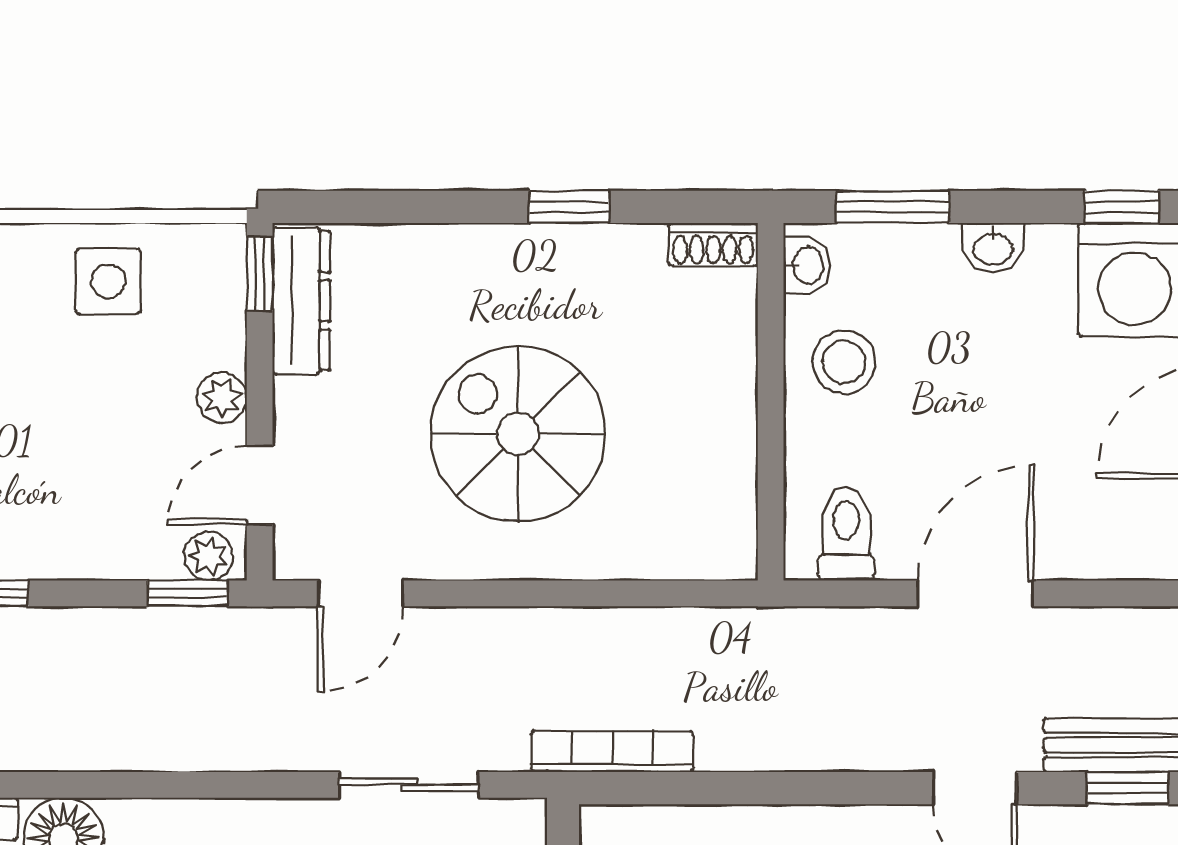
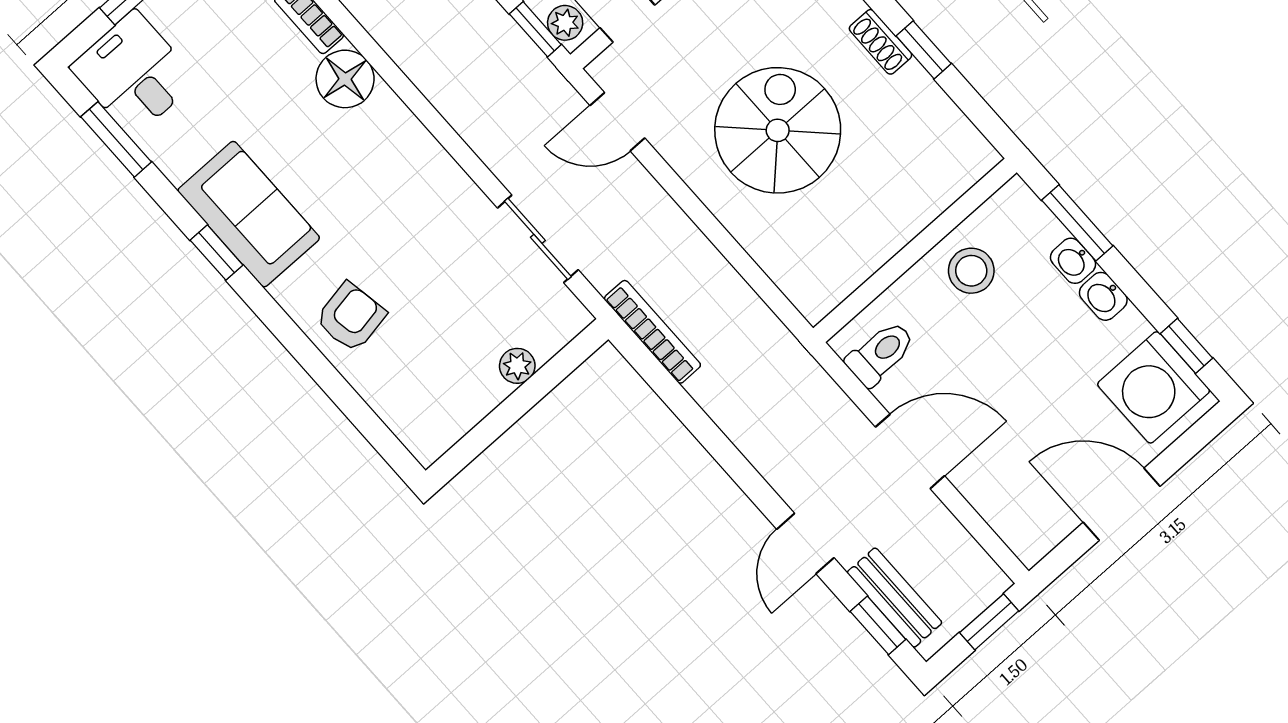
shoe rack: (713, 245) -> (880, 42), moved
washbasin: (807, 265) -> (1073, 261), moved, turned 90

